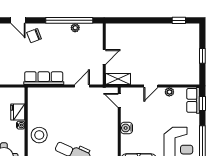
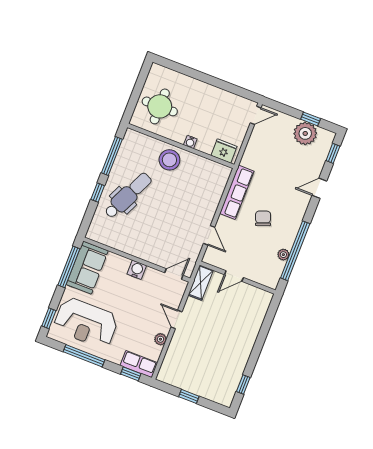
chair: (34, 36) -> (263, 218), moved
door: (104, 57) -> (234, 276), hinge flipped
fridge: (18, 112) -> (224, 151), moved

